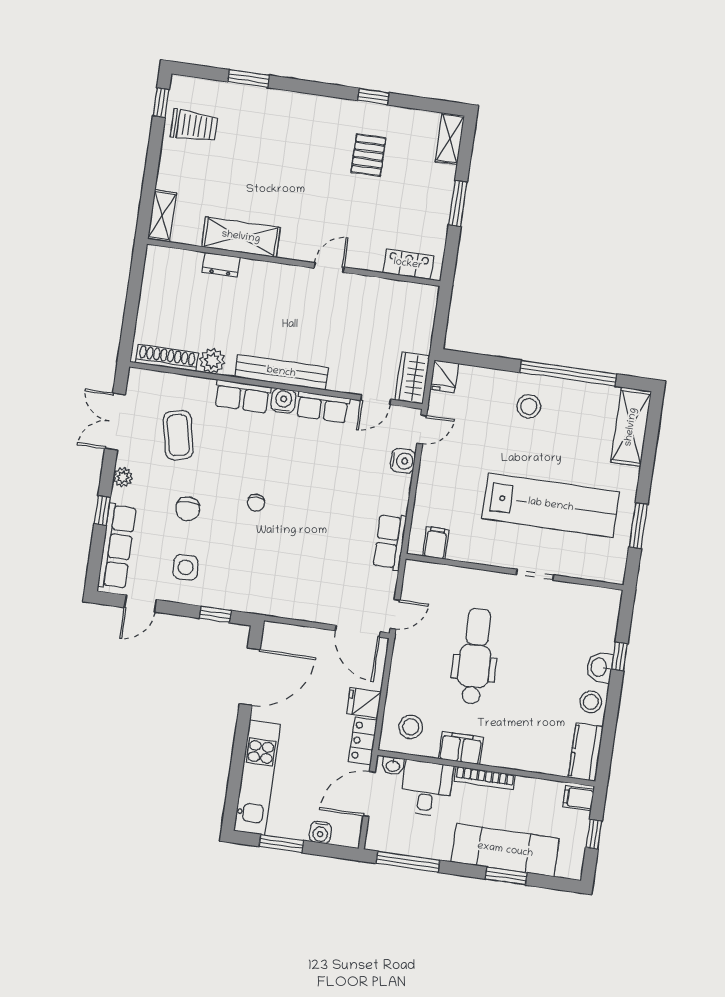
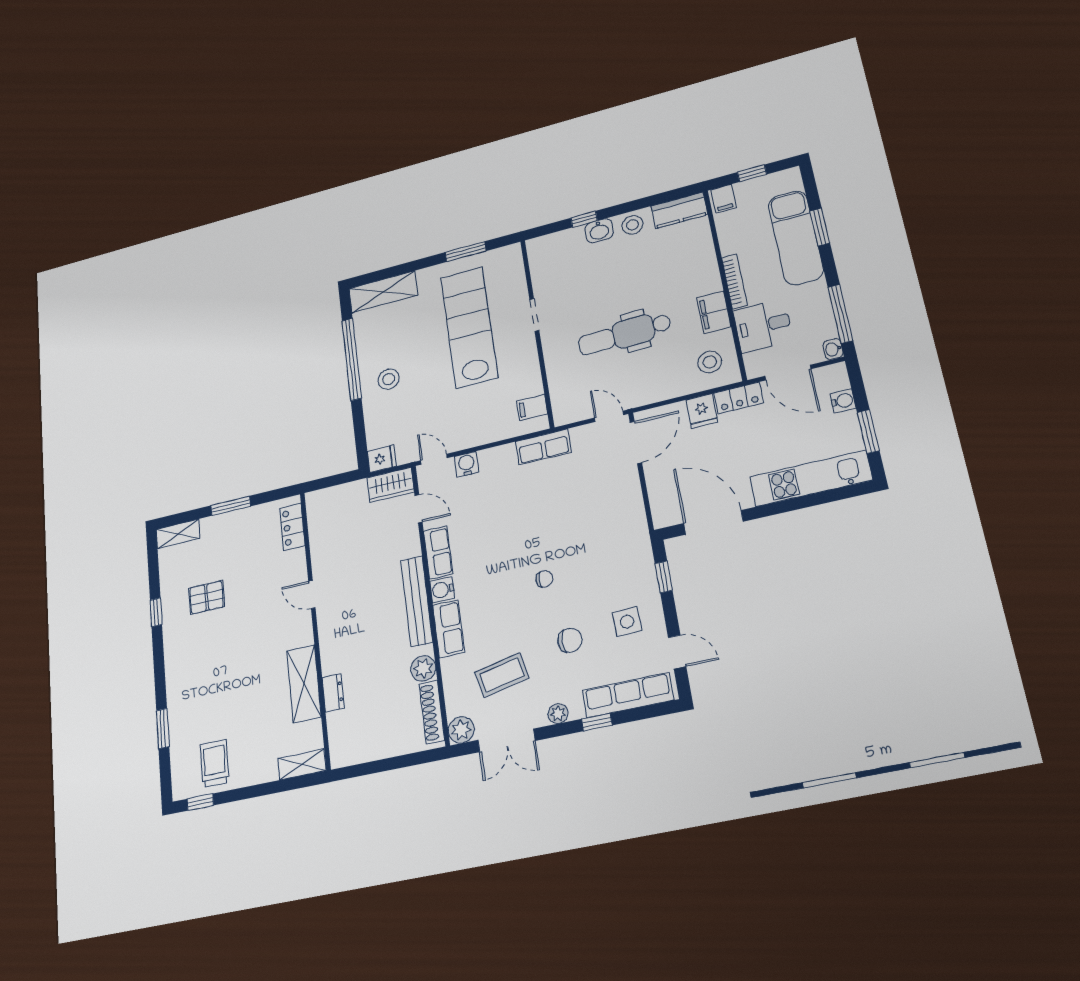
plant: (140, 381) -> (461, 730), added
washbasin: (393, 766) -> (833, 349), moved, turned 180

